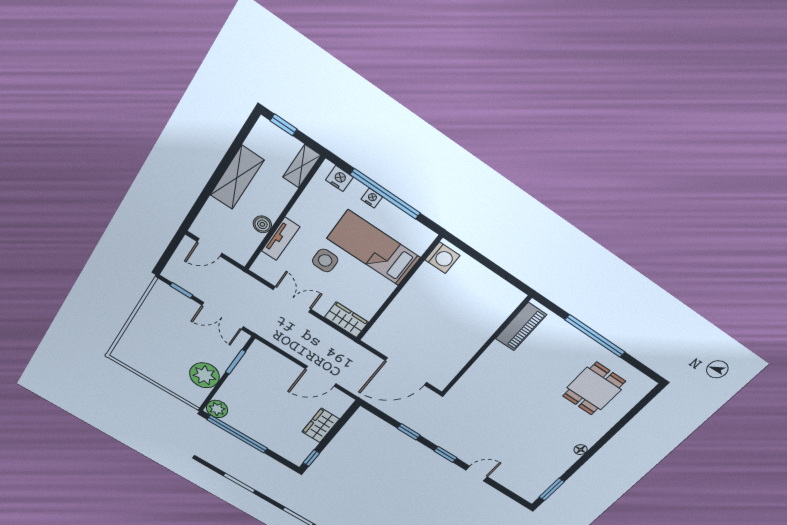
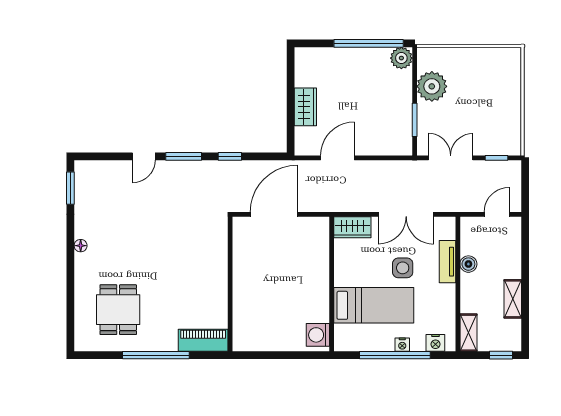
shelving: (237, 178) -> (513, 299), width x0.67, depth x0.75
double door: (292, 299) -> (406, 214), width x1.37
piano: (521, 327) -> (203, 340), moved, turned 90
window: (445, 454) -> (184, 156), width x1.50
window: (311, 458) -> (291, 65), removed

